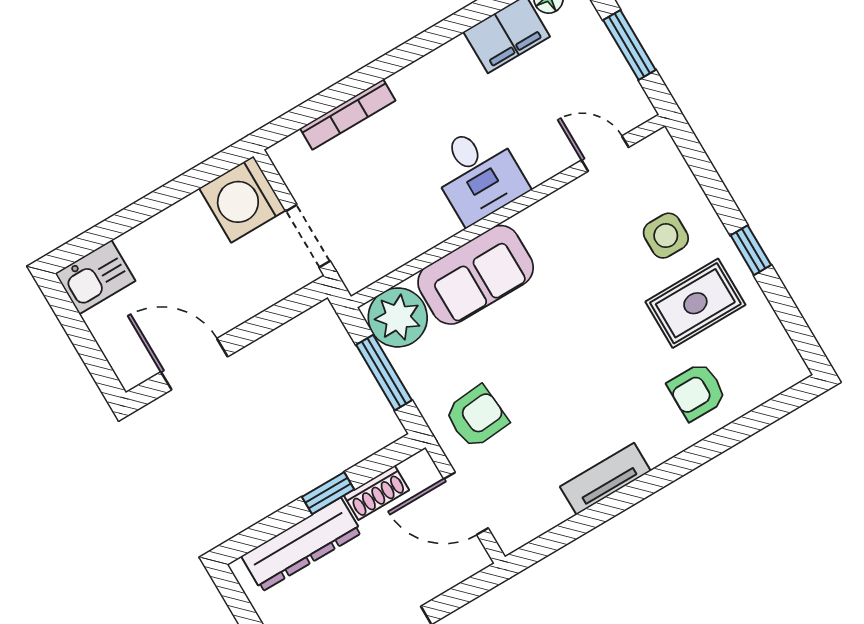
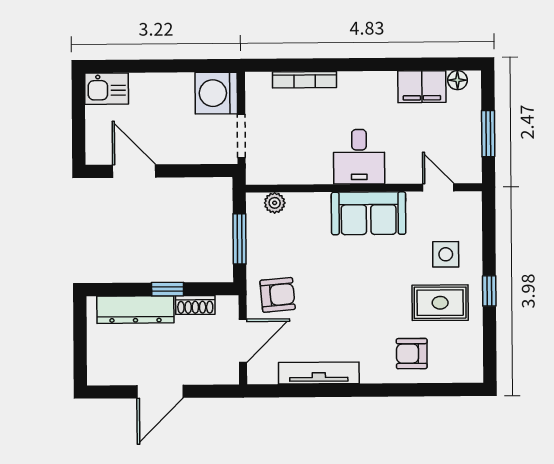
sofa: (476, 275) -> (369, 213), moved
plant: (398, 317) -> (275, 203), width x0.53, depth x0.53
tv unit: (605, 479) -> (319, 373), width x1.41
door: (466, 503) -> (243, 341), swing flipped

